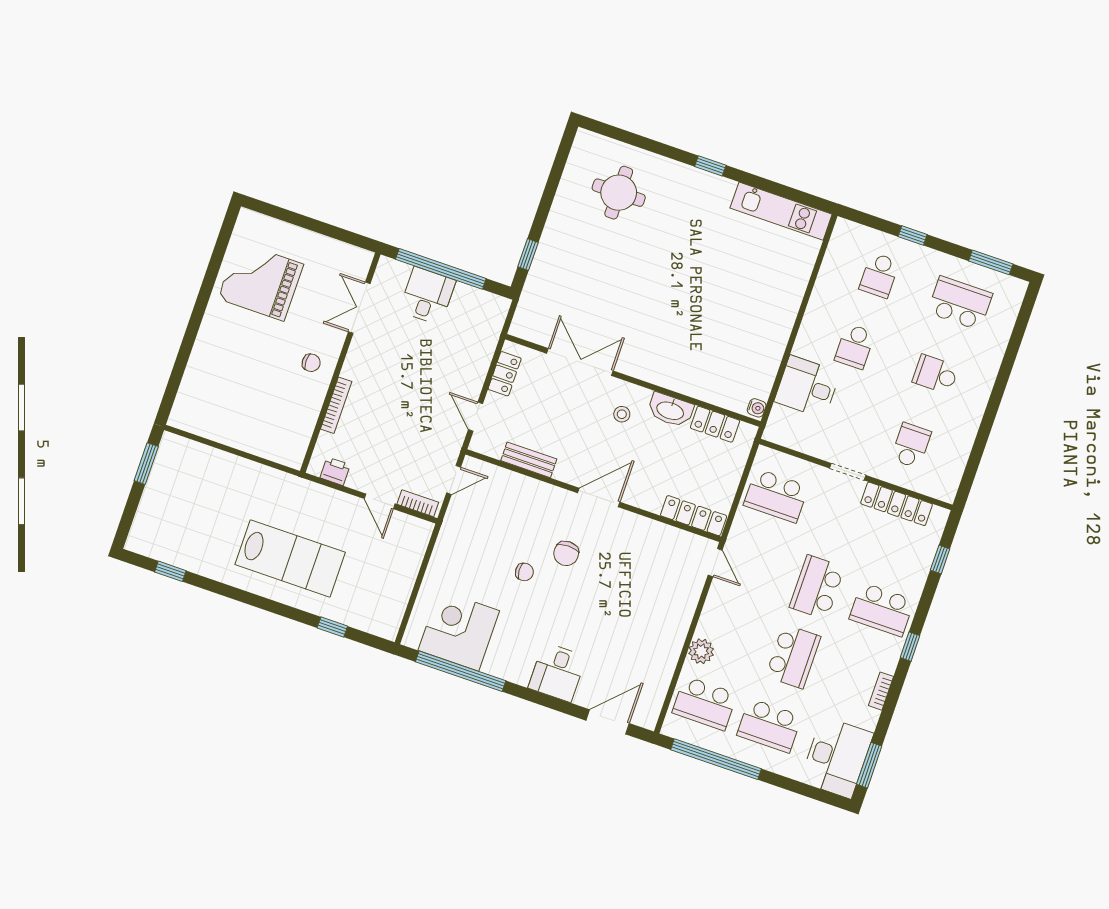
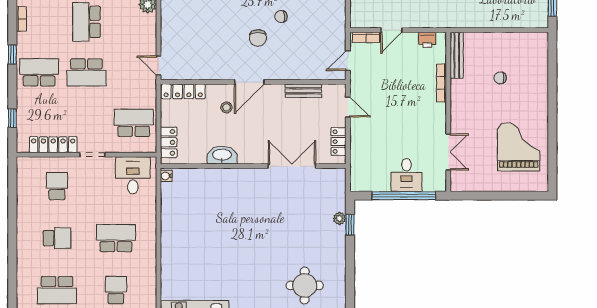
plant: (539, 268) -> (340, 218), added
grand piano: (261, 281) -> (519, 147), turned -90
school desk: (855, 346) -> (116, 238), width x1.85
double door: (580, 362) -> (292, 166), swing flipped
chair: (311, 363) -> (500, 78), moved
desk: (807, 387) -> (133, 175), moved, turned -90
stool: (622, 414) -> (226, 107), moved
locker: (715, 424) -> (169, 142), moved, turned 90
bench: (302, 436) -> (457, 55), added
school desk: (911, 445) -> (57, 186), turned 180
door: (380, 501) -> (391, 30), swing flipped
chair: (566, 553) -> (258, 38), turned 180
school desk: (817, 587) -> (86, 72), turned 90

